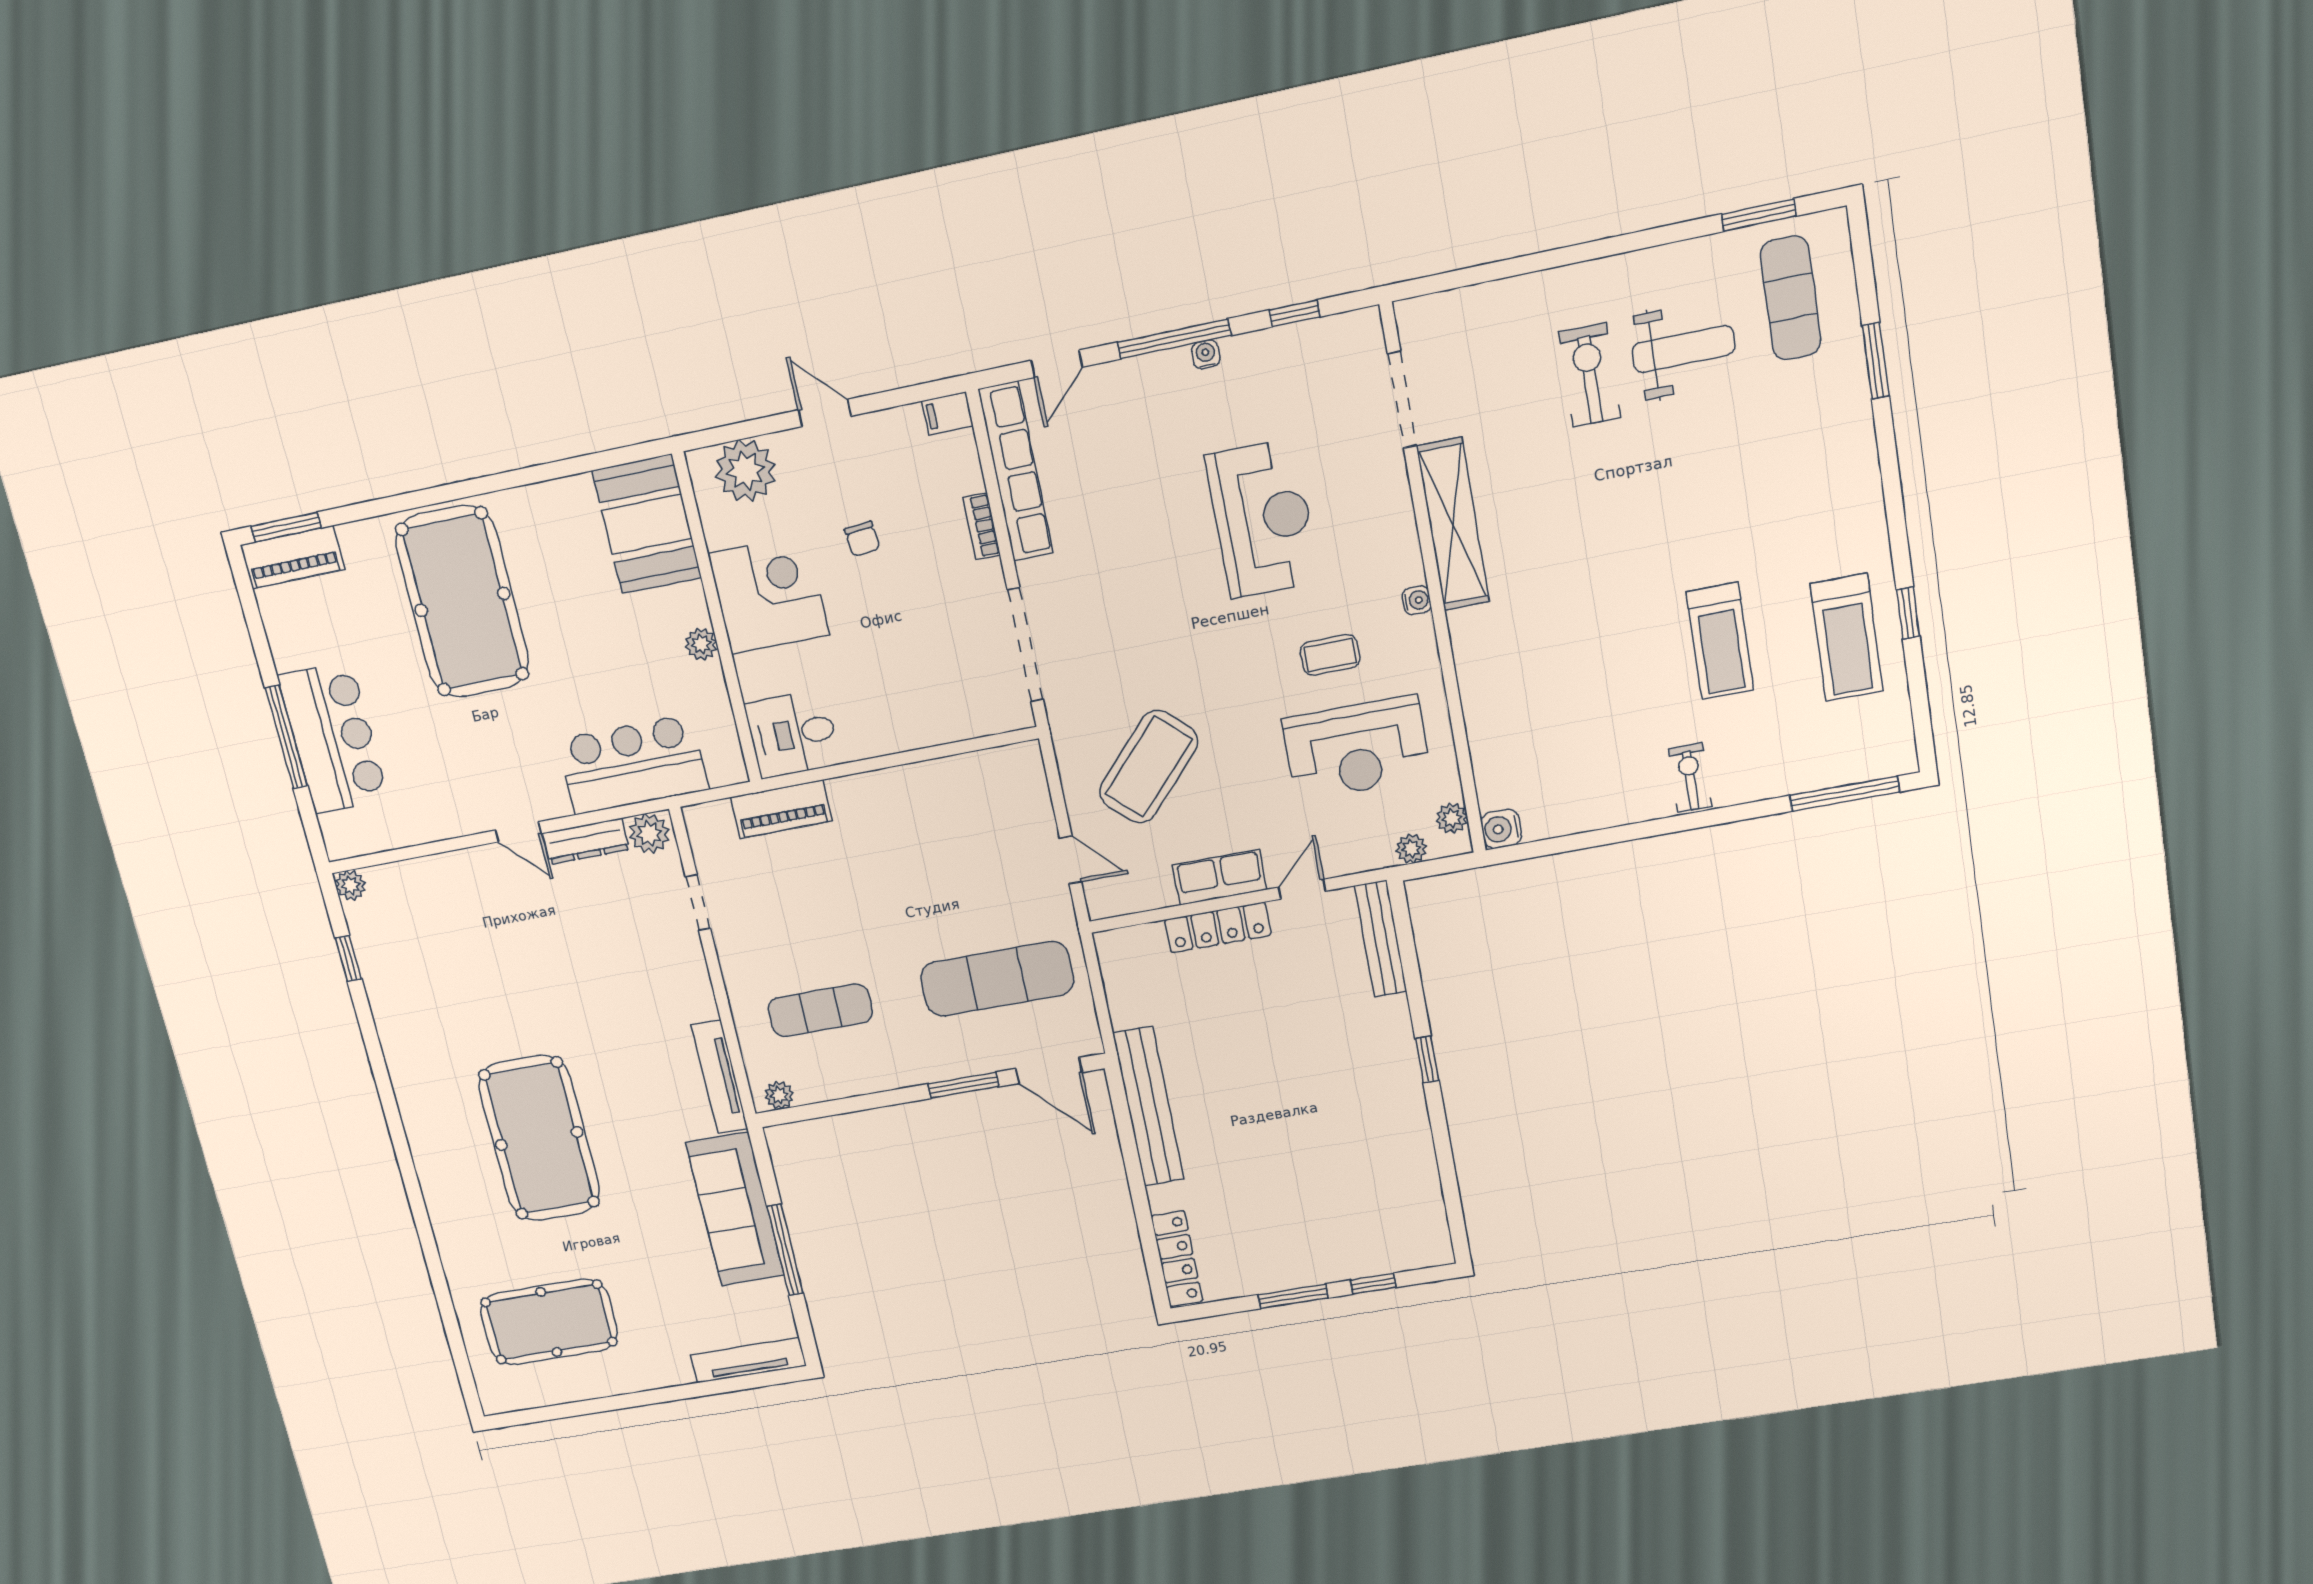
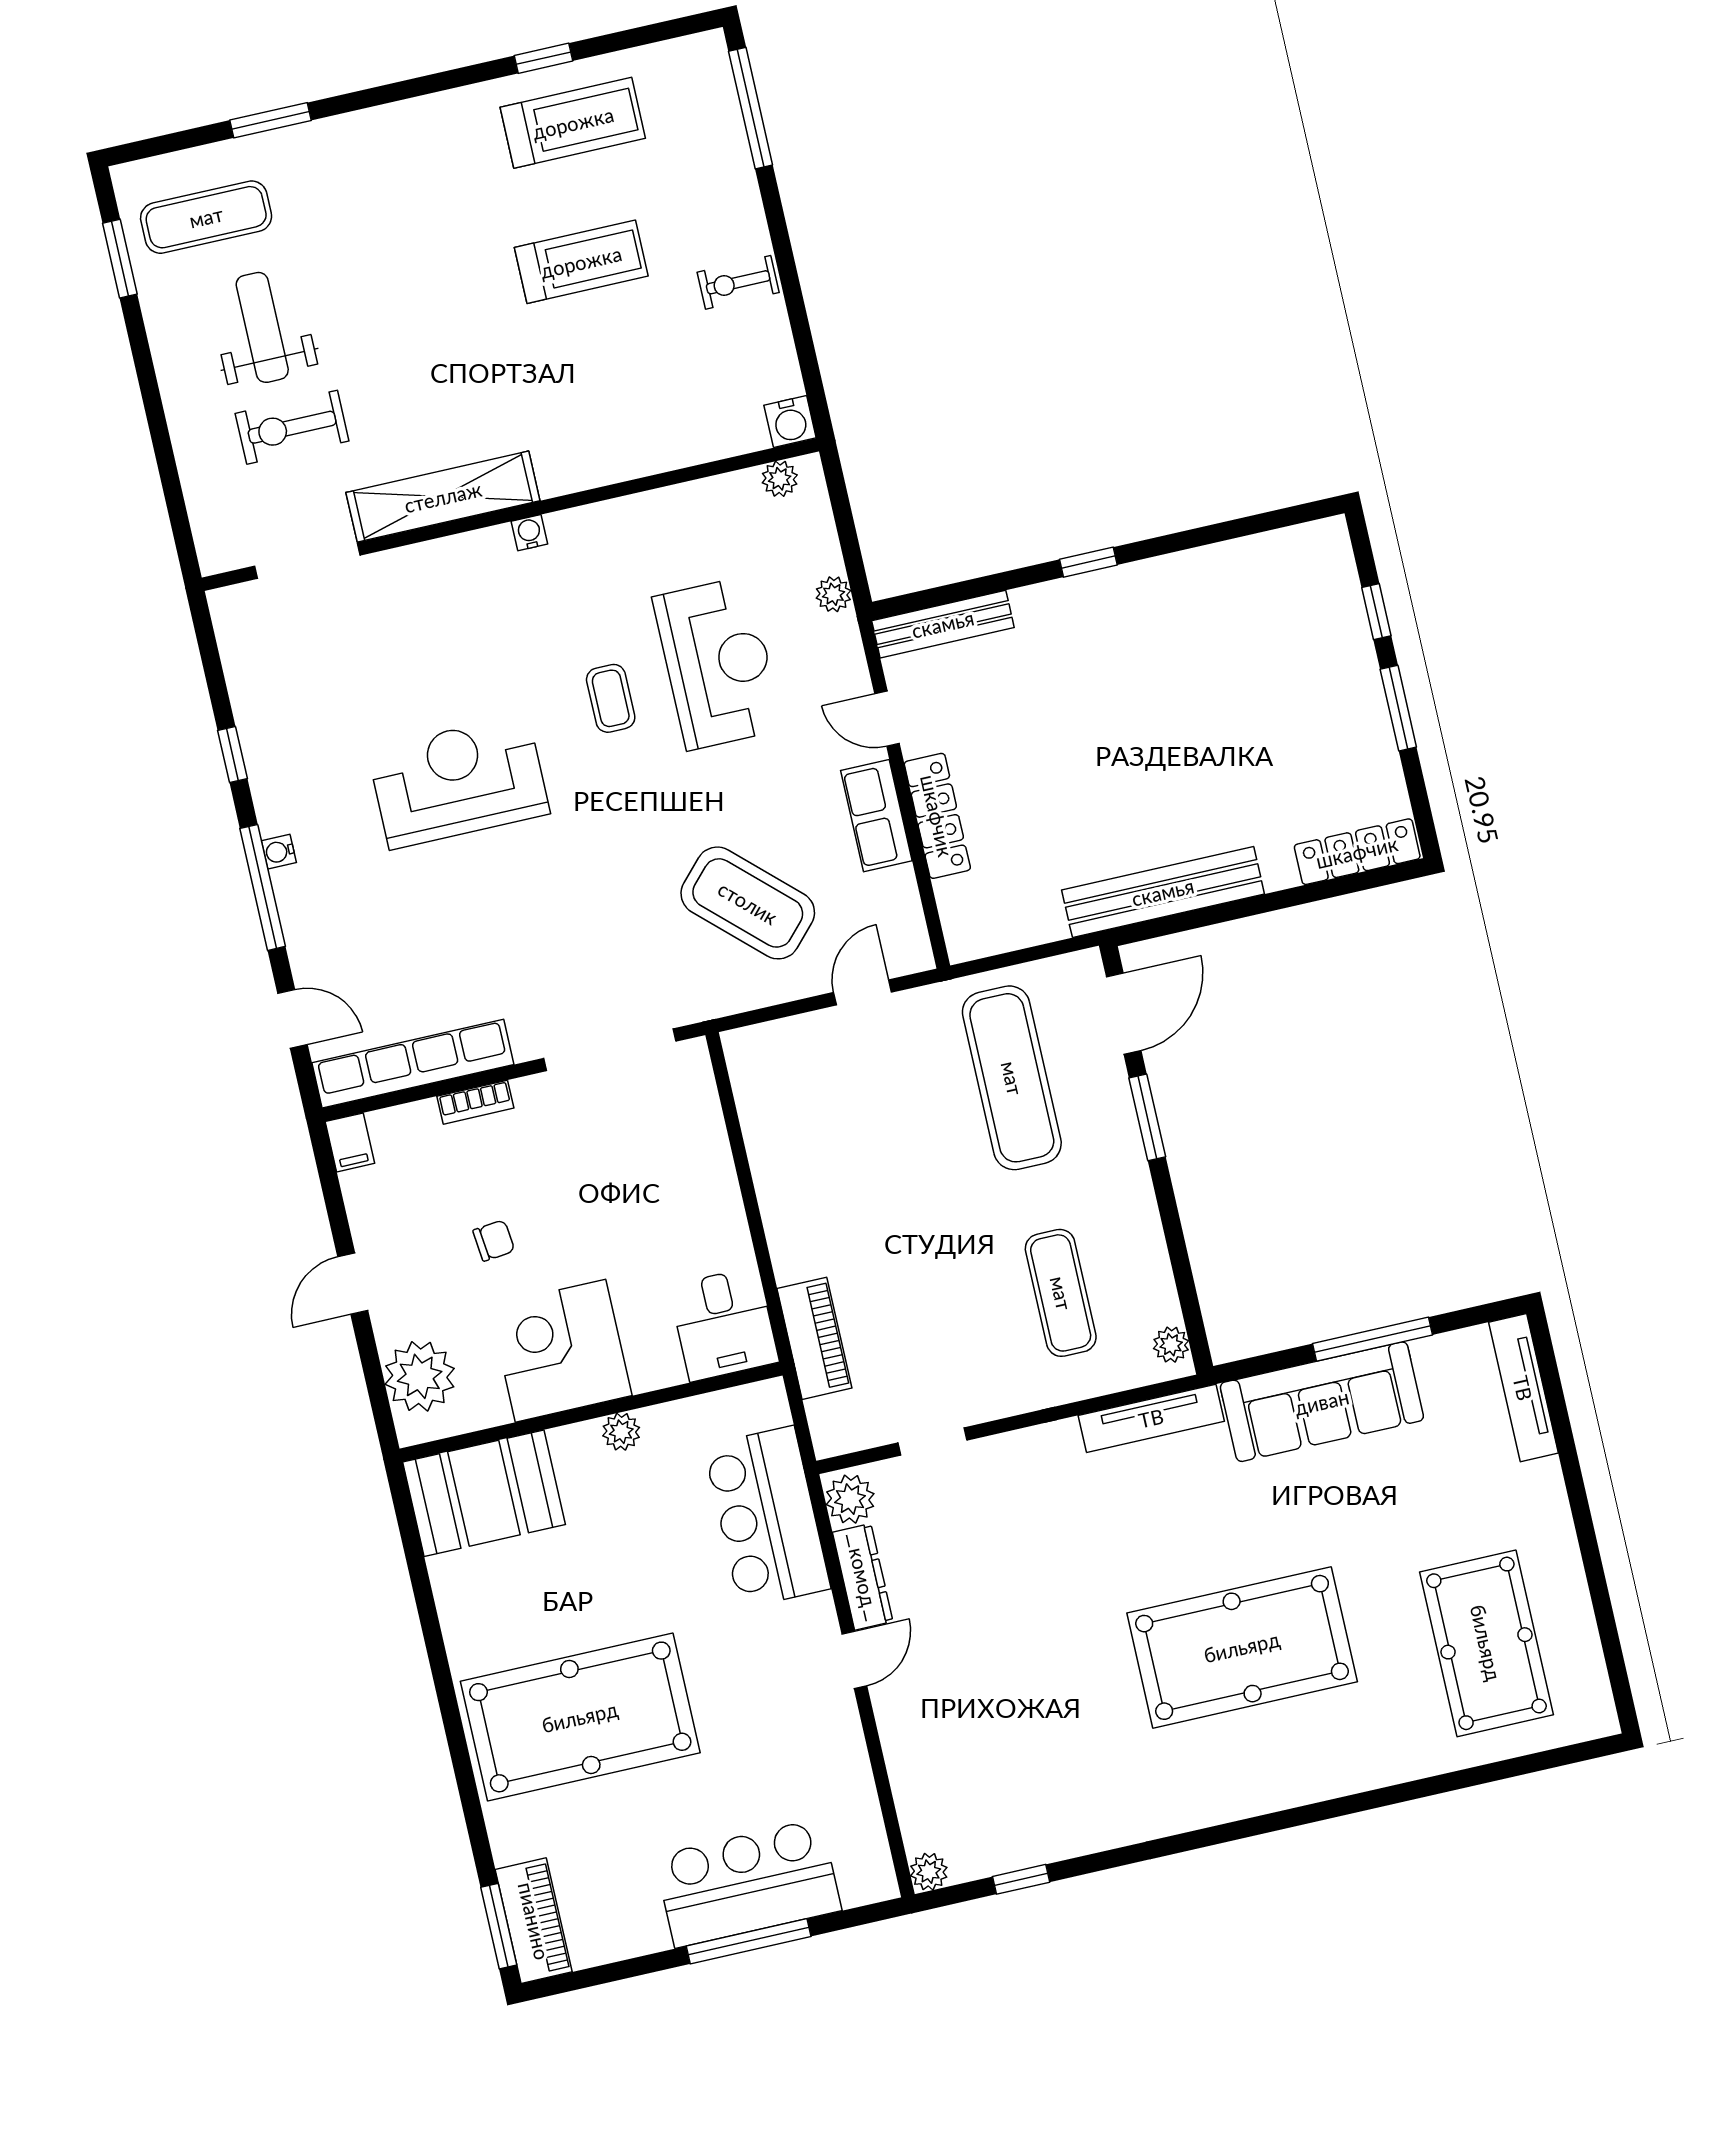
doorway: (1402, 400) -> (307, 561), moved
shelving: (1453, 524) -> (443, 497), moved
wall: (1434, 584) -> (510, 514), moved
water cooler: (1417, 600) -> (529, 533), moved
plant: (1452, 818) -> (780, 479), moved
water cooler: (1501, 829) -> (790, 422), moved

